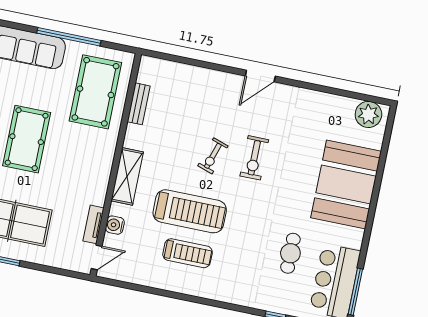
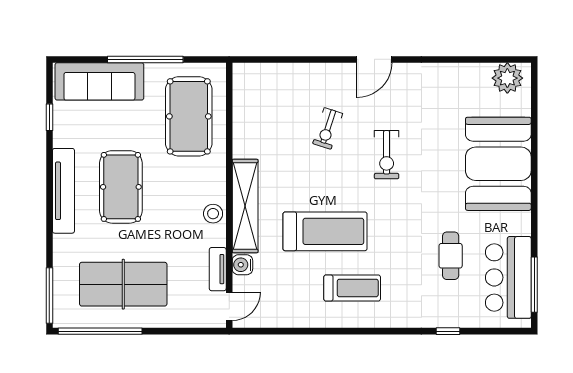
bench: (139, 104) -> (241, 120), removed
exercise bike: (213, 156) -> (328, 128), moved
shelving: (127, 176) -> (245, 206), width x1.47
stool: (99, 177) -> (213, 214), added
treadmill: (188, 253) -> (352, 288), moved

